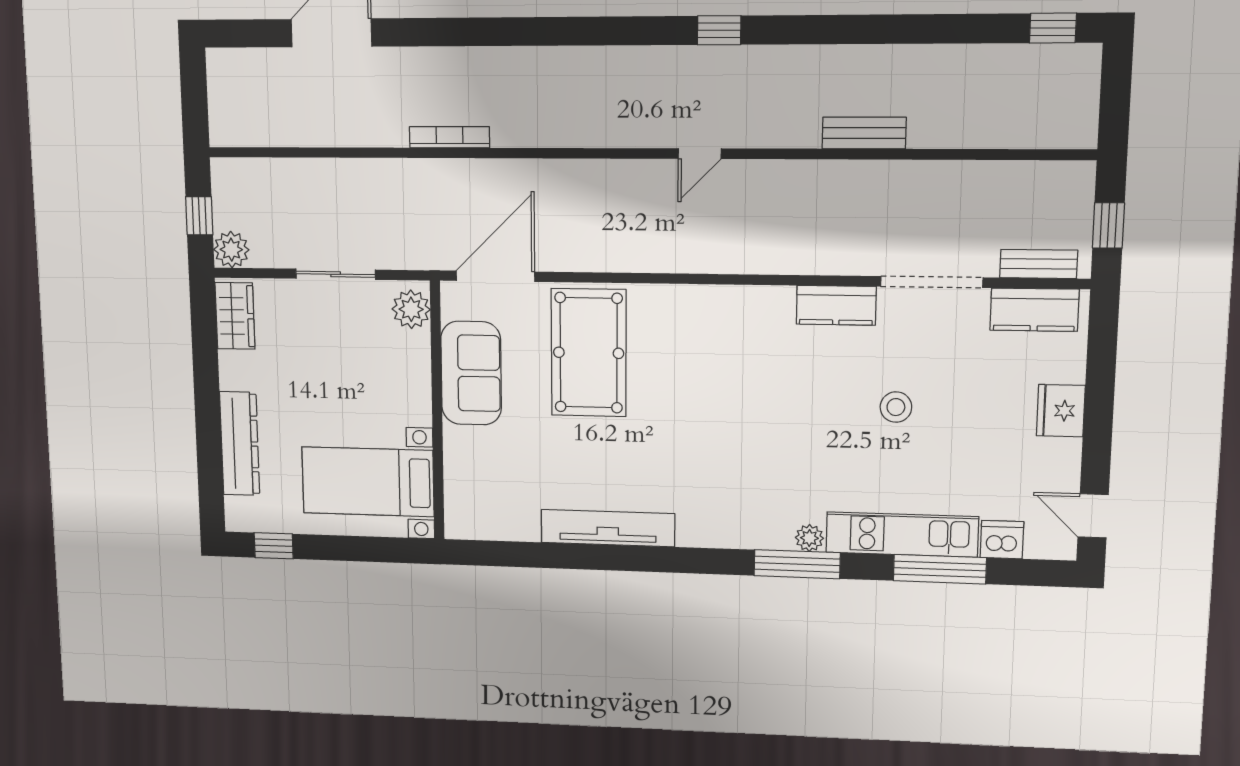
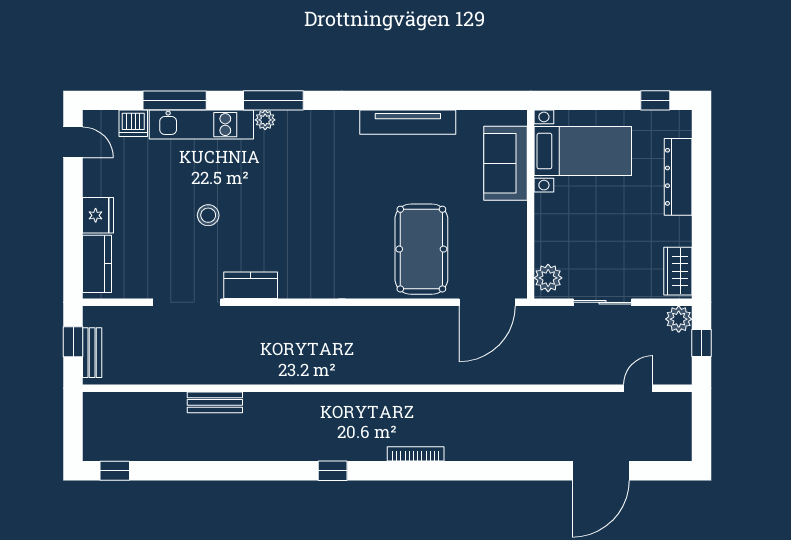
bench: (864, 133) -> (215, 402), moved
bookcase: (449, 137) -> (416, 454), moved, turned 180
door: (700, 154) -> (638, 388), moved
bench: (1039, 264) -> (92, 353), moved, turned 90
kitchen counter: (1034, 310) -> (97, 264), moved, turned 90
sofa: (471, 373) -> (505, 163), moved

